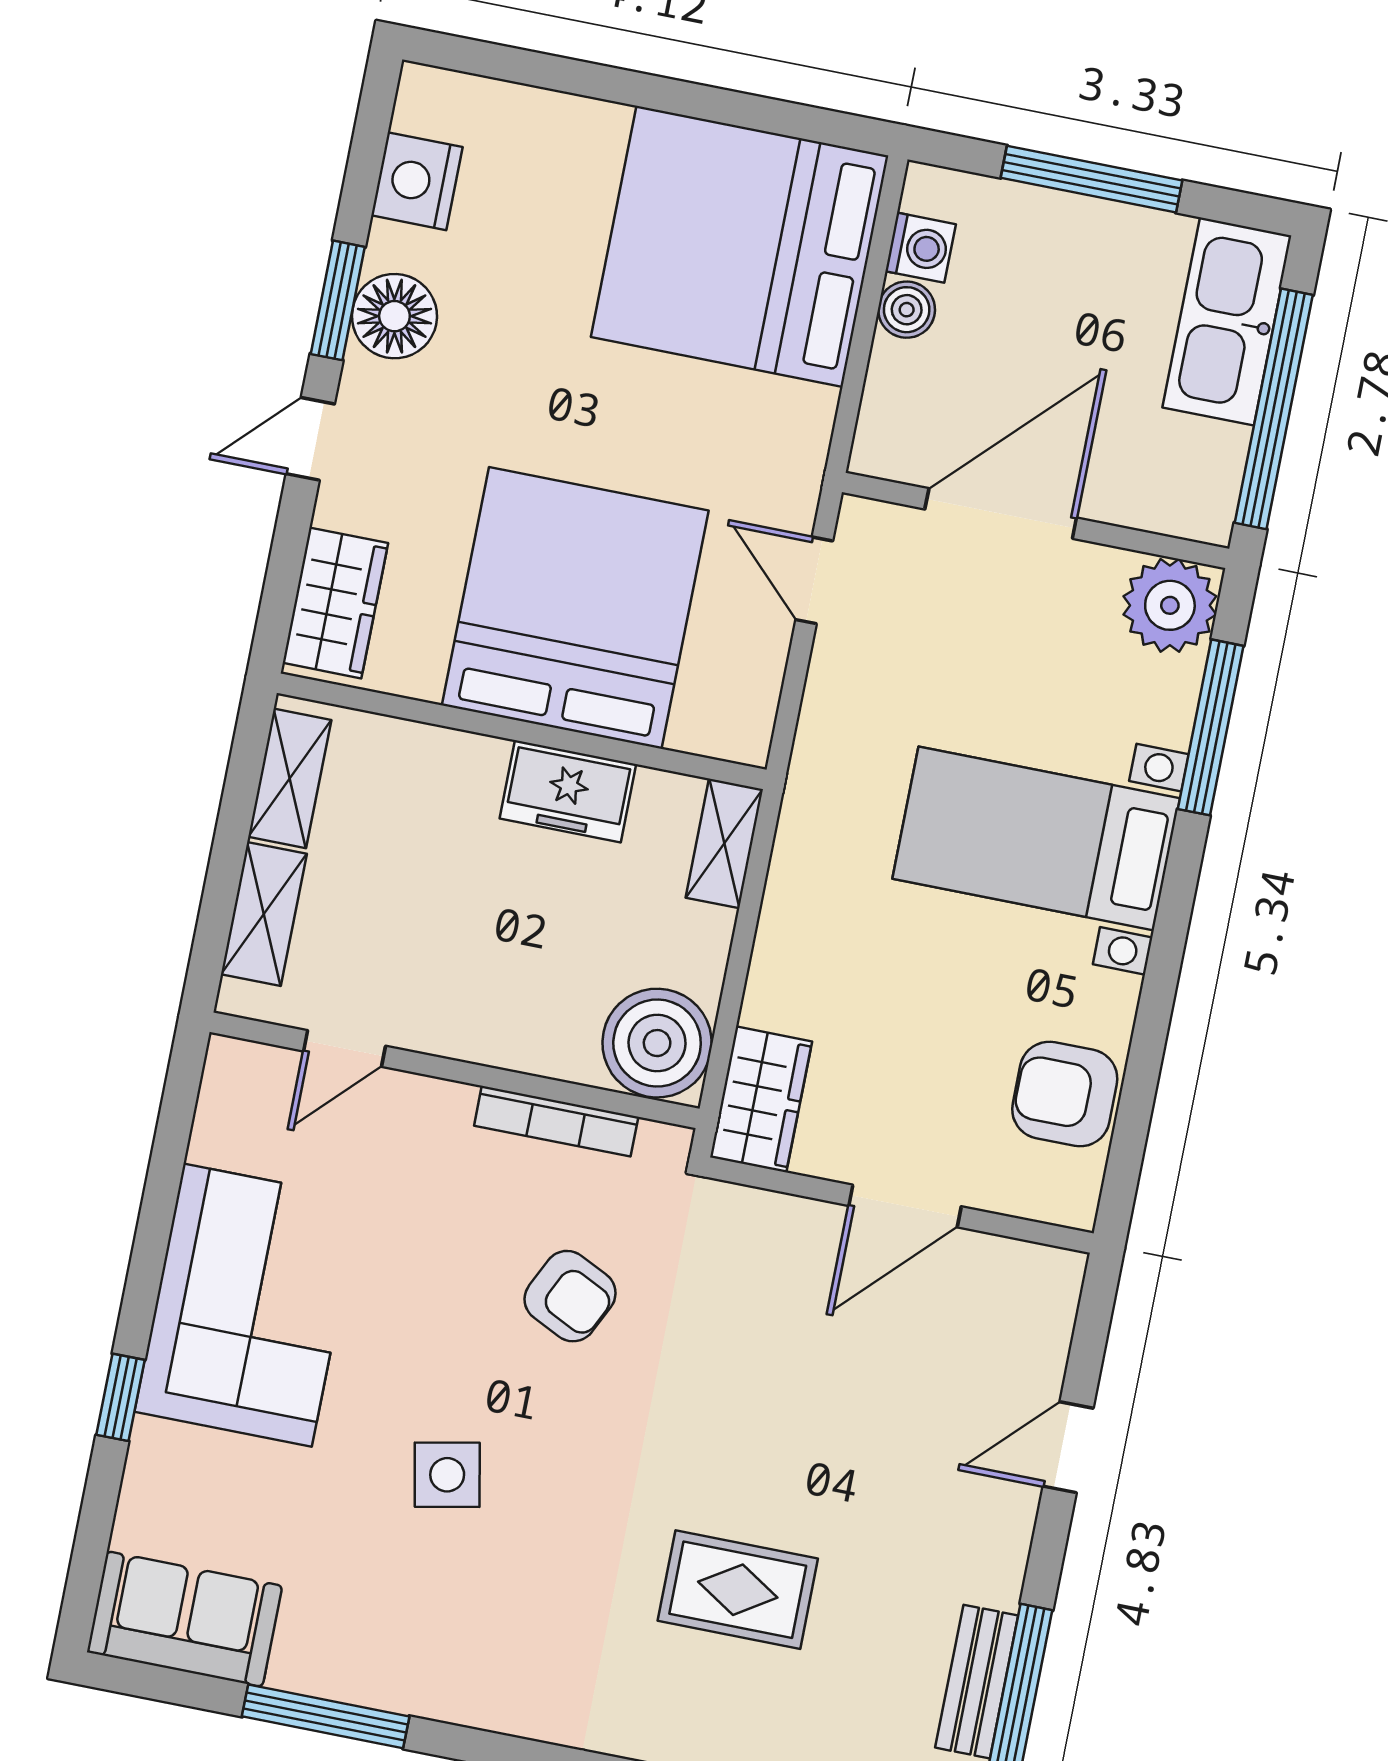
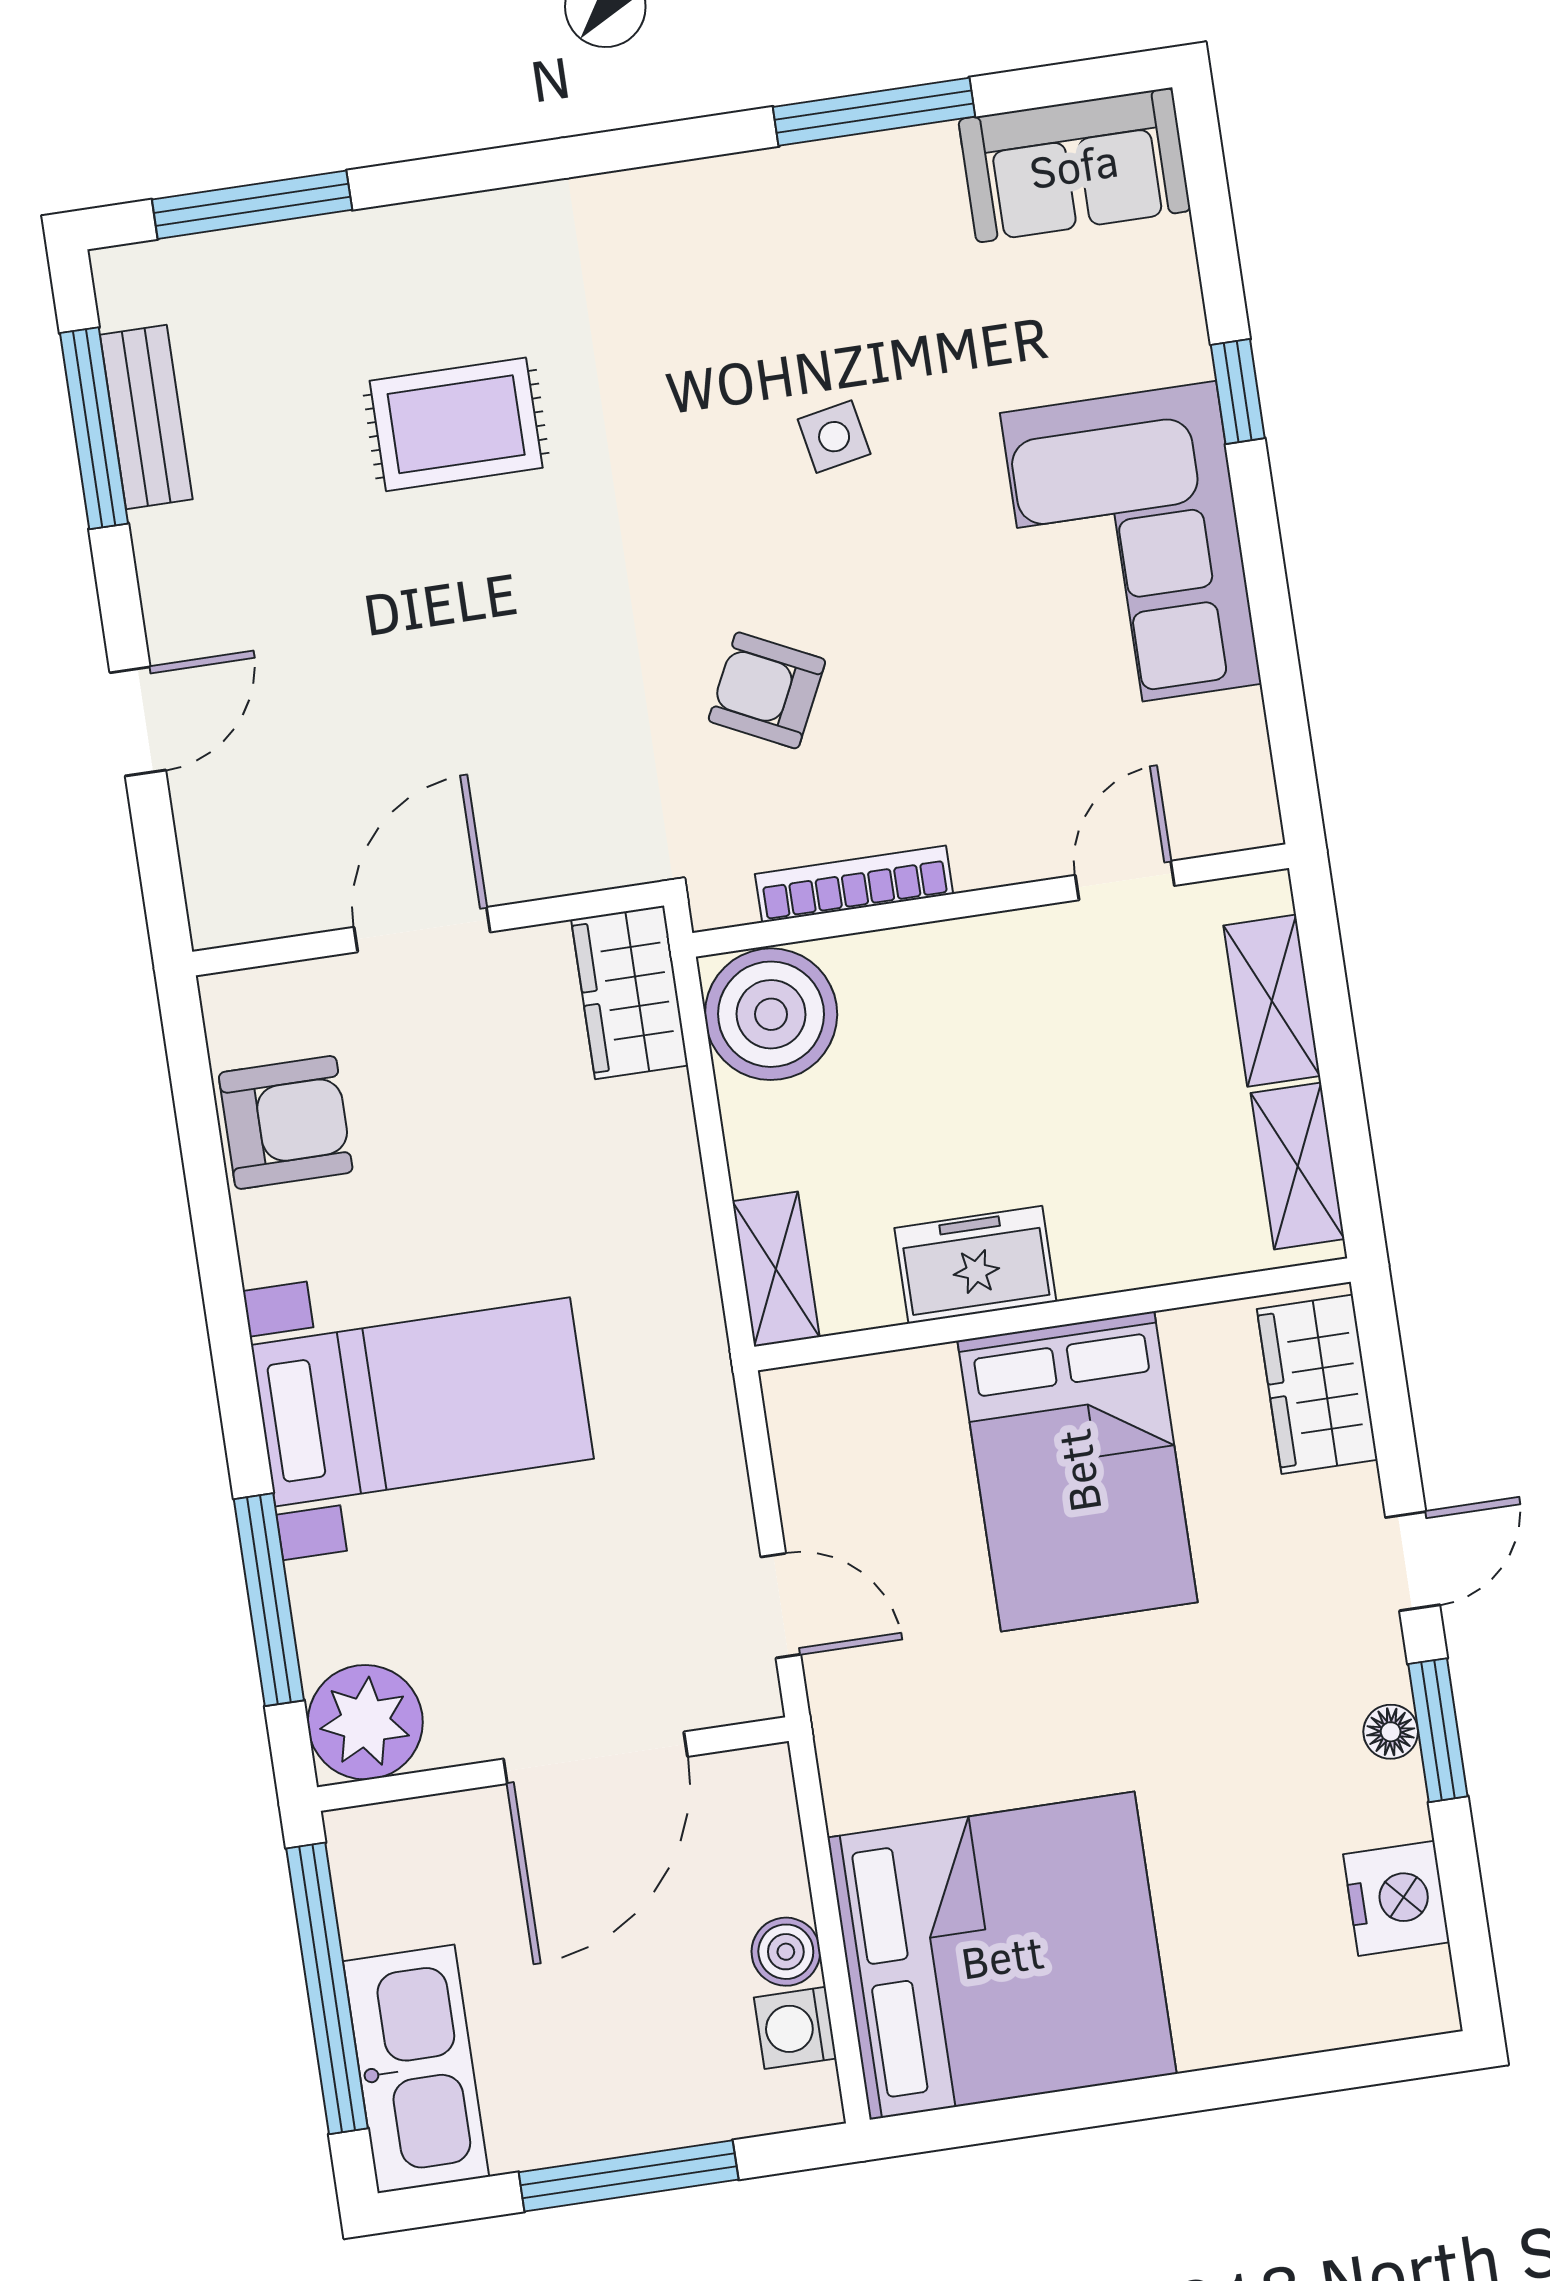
floor lamp: (394, 316) -> (1391, 1732), width x0.53, depth x0.53
bed: (575, 608) -> (1078, 1471), width x0.73
side table: (447, 1475) -> (834, 437), width x0.73, depth x0.73

